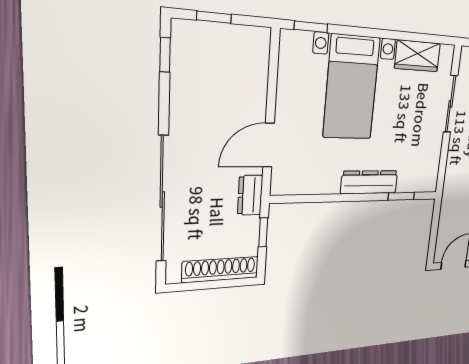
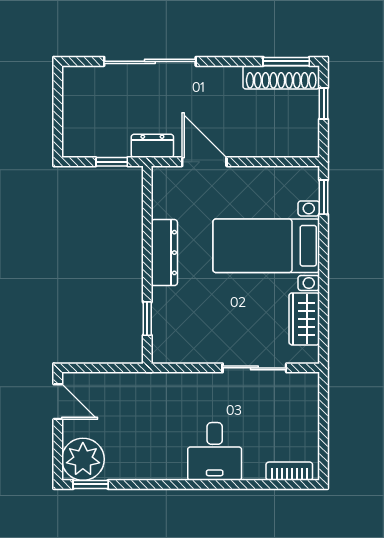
window: (165, 55) -> (286, 61), width x1.50
dresser: (369, 182) -> (164, 253), moved
sliding door: (162, 200) -> (150, 61), width x0.73
shoe rack: (221, 270) -> (281, 77), moved, turned 90

